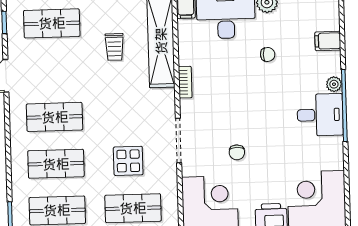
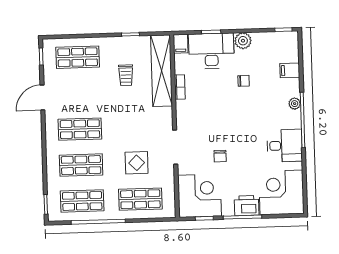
bookcase: (185, 82) -> (180, 87), moved
desk: (320, 115) -> (285, 146), moved

